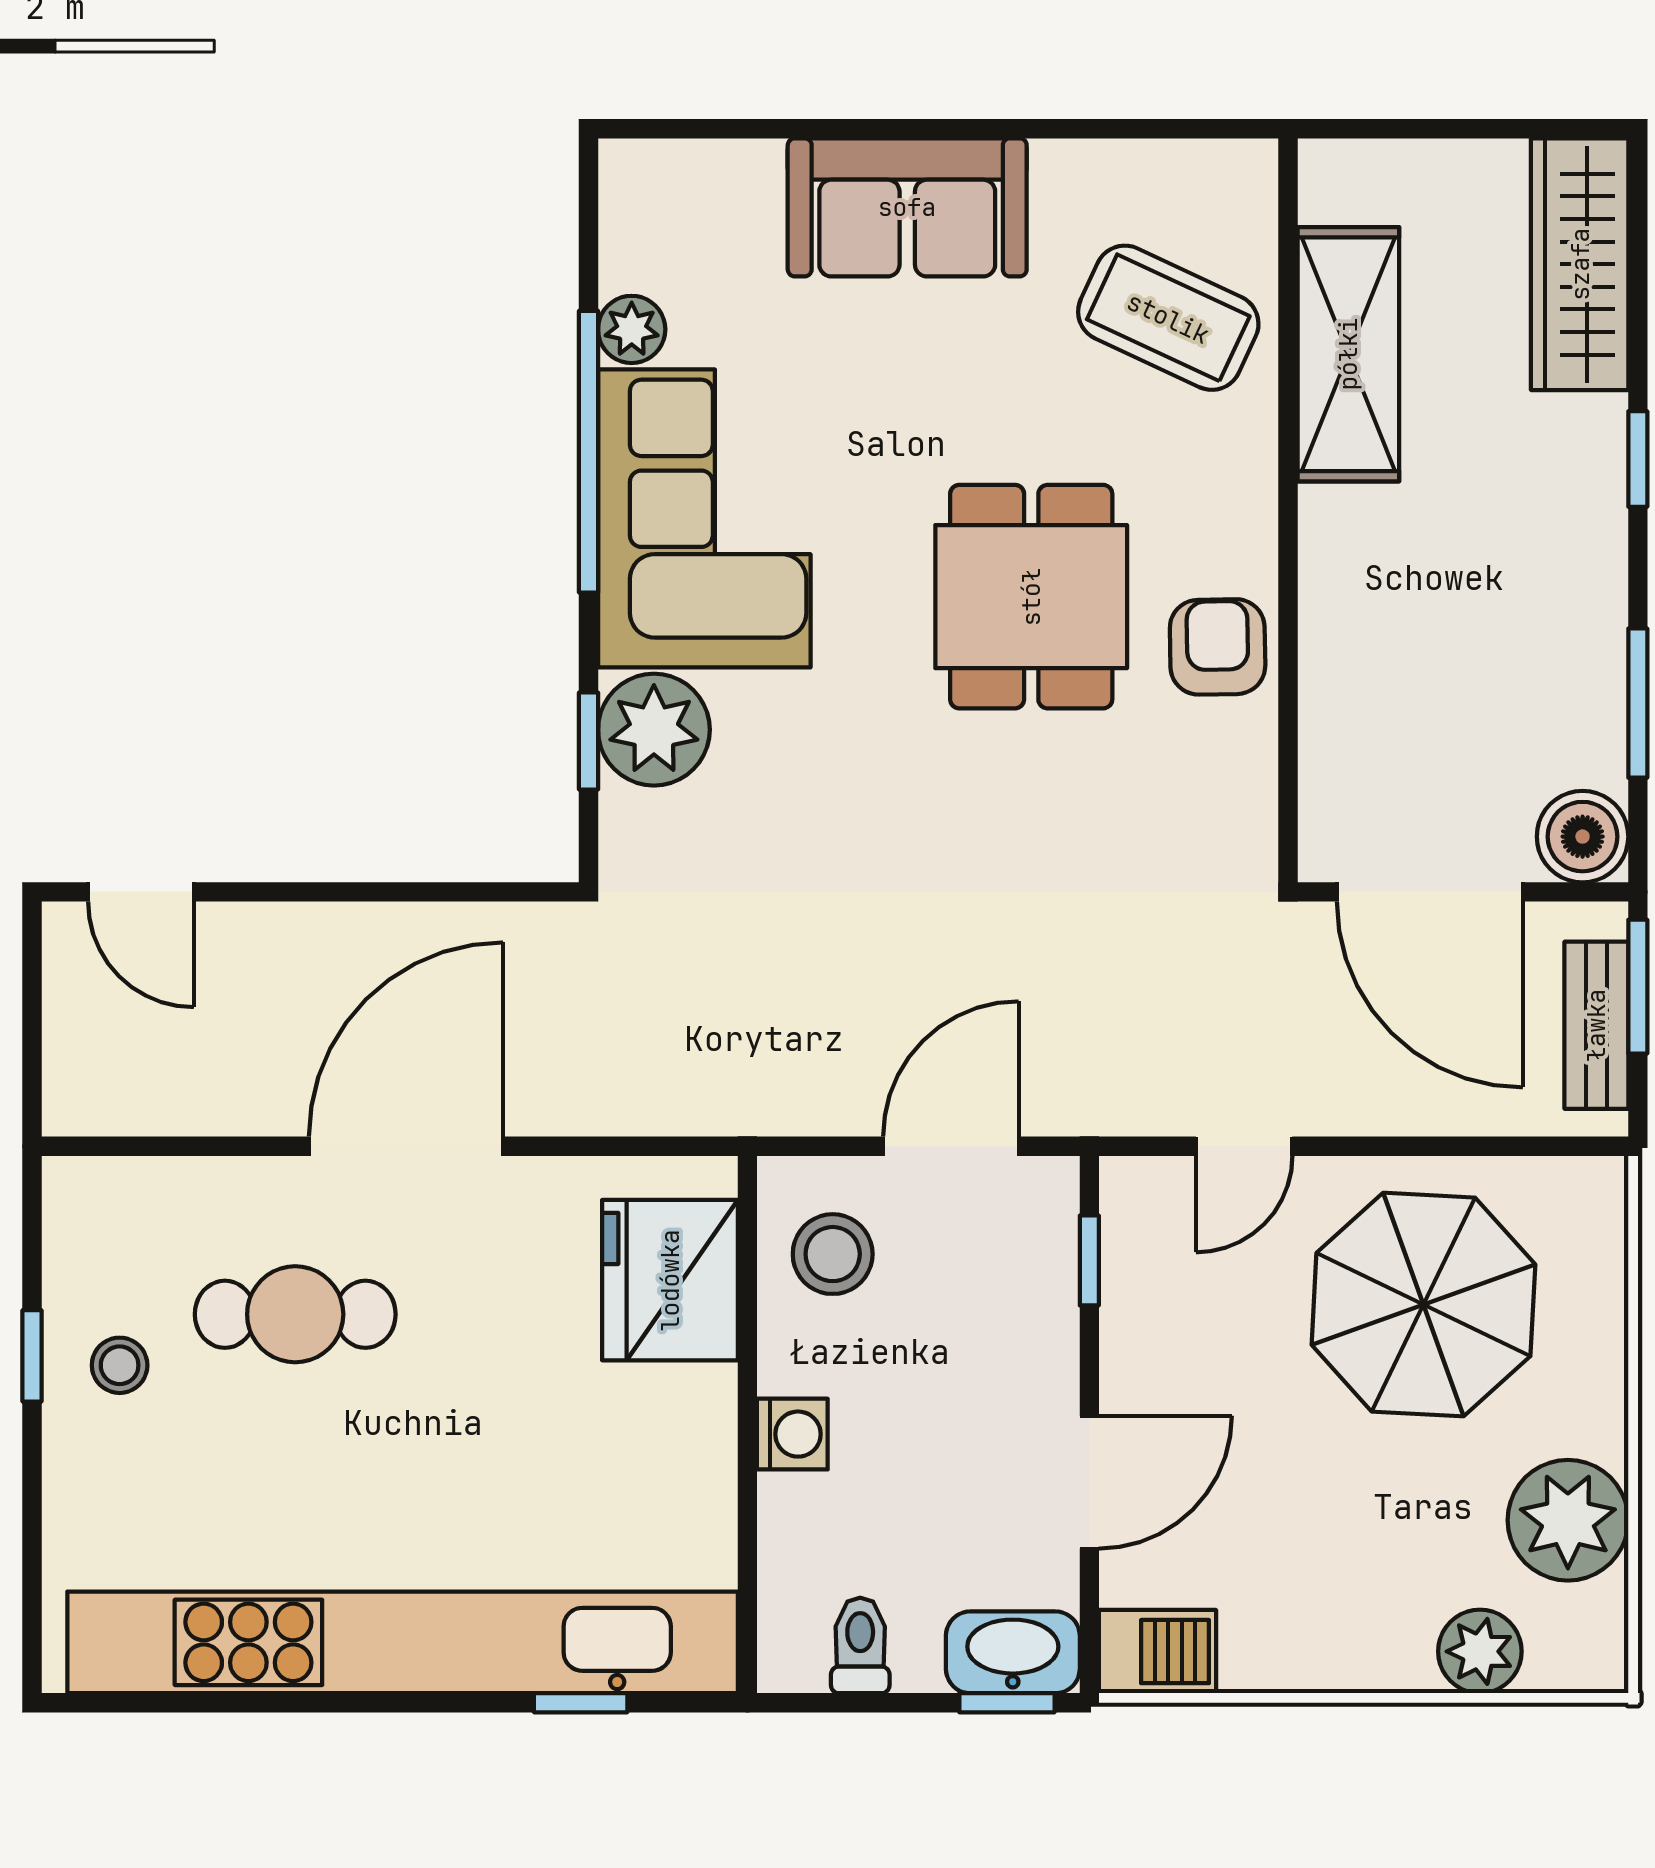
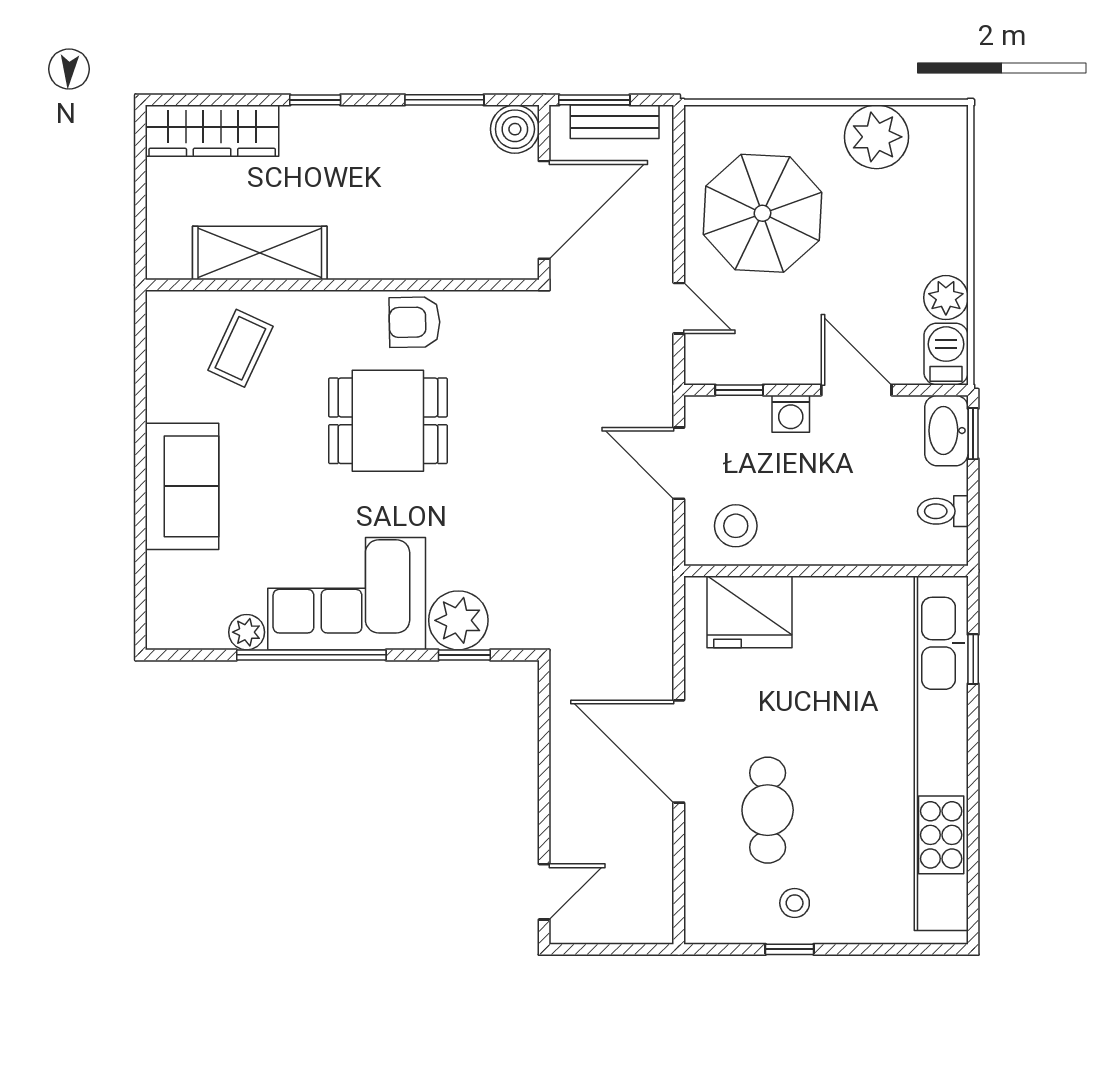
coffee table: (1168, 318) -> (240, 348), width x0.73, depth x0.77
washing machine: (792, 1434) -> (791, 414), moved, turned 180
plant: (1480, 1651) -> (946, 298), moved

